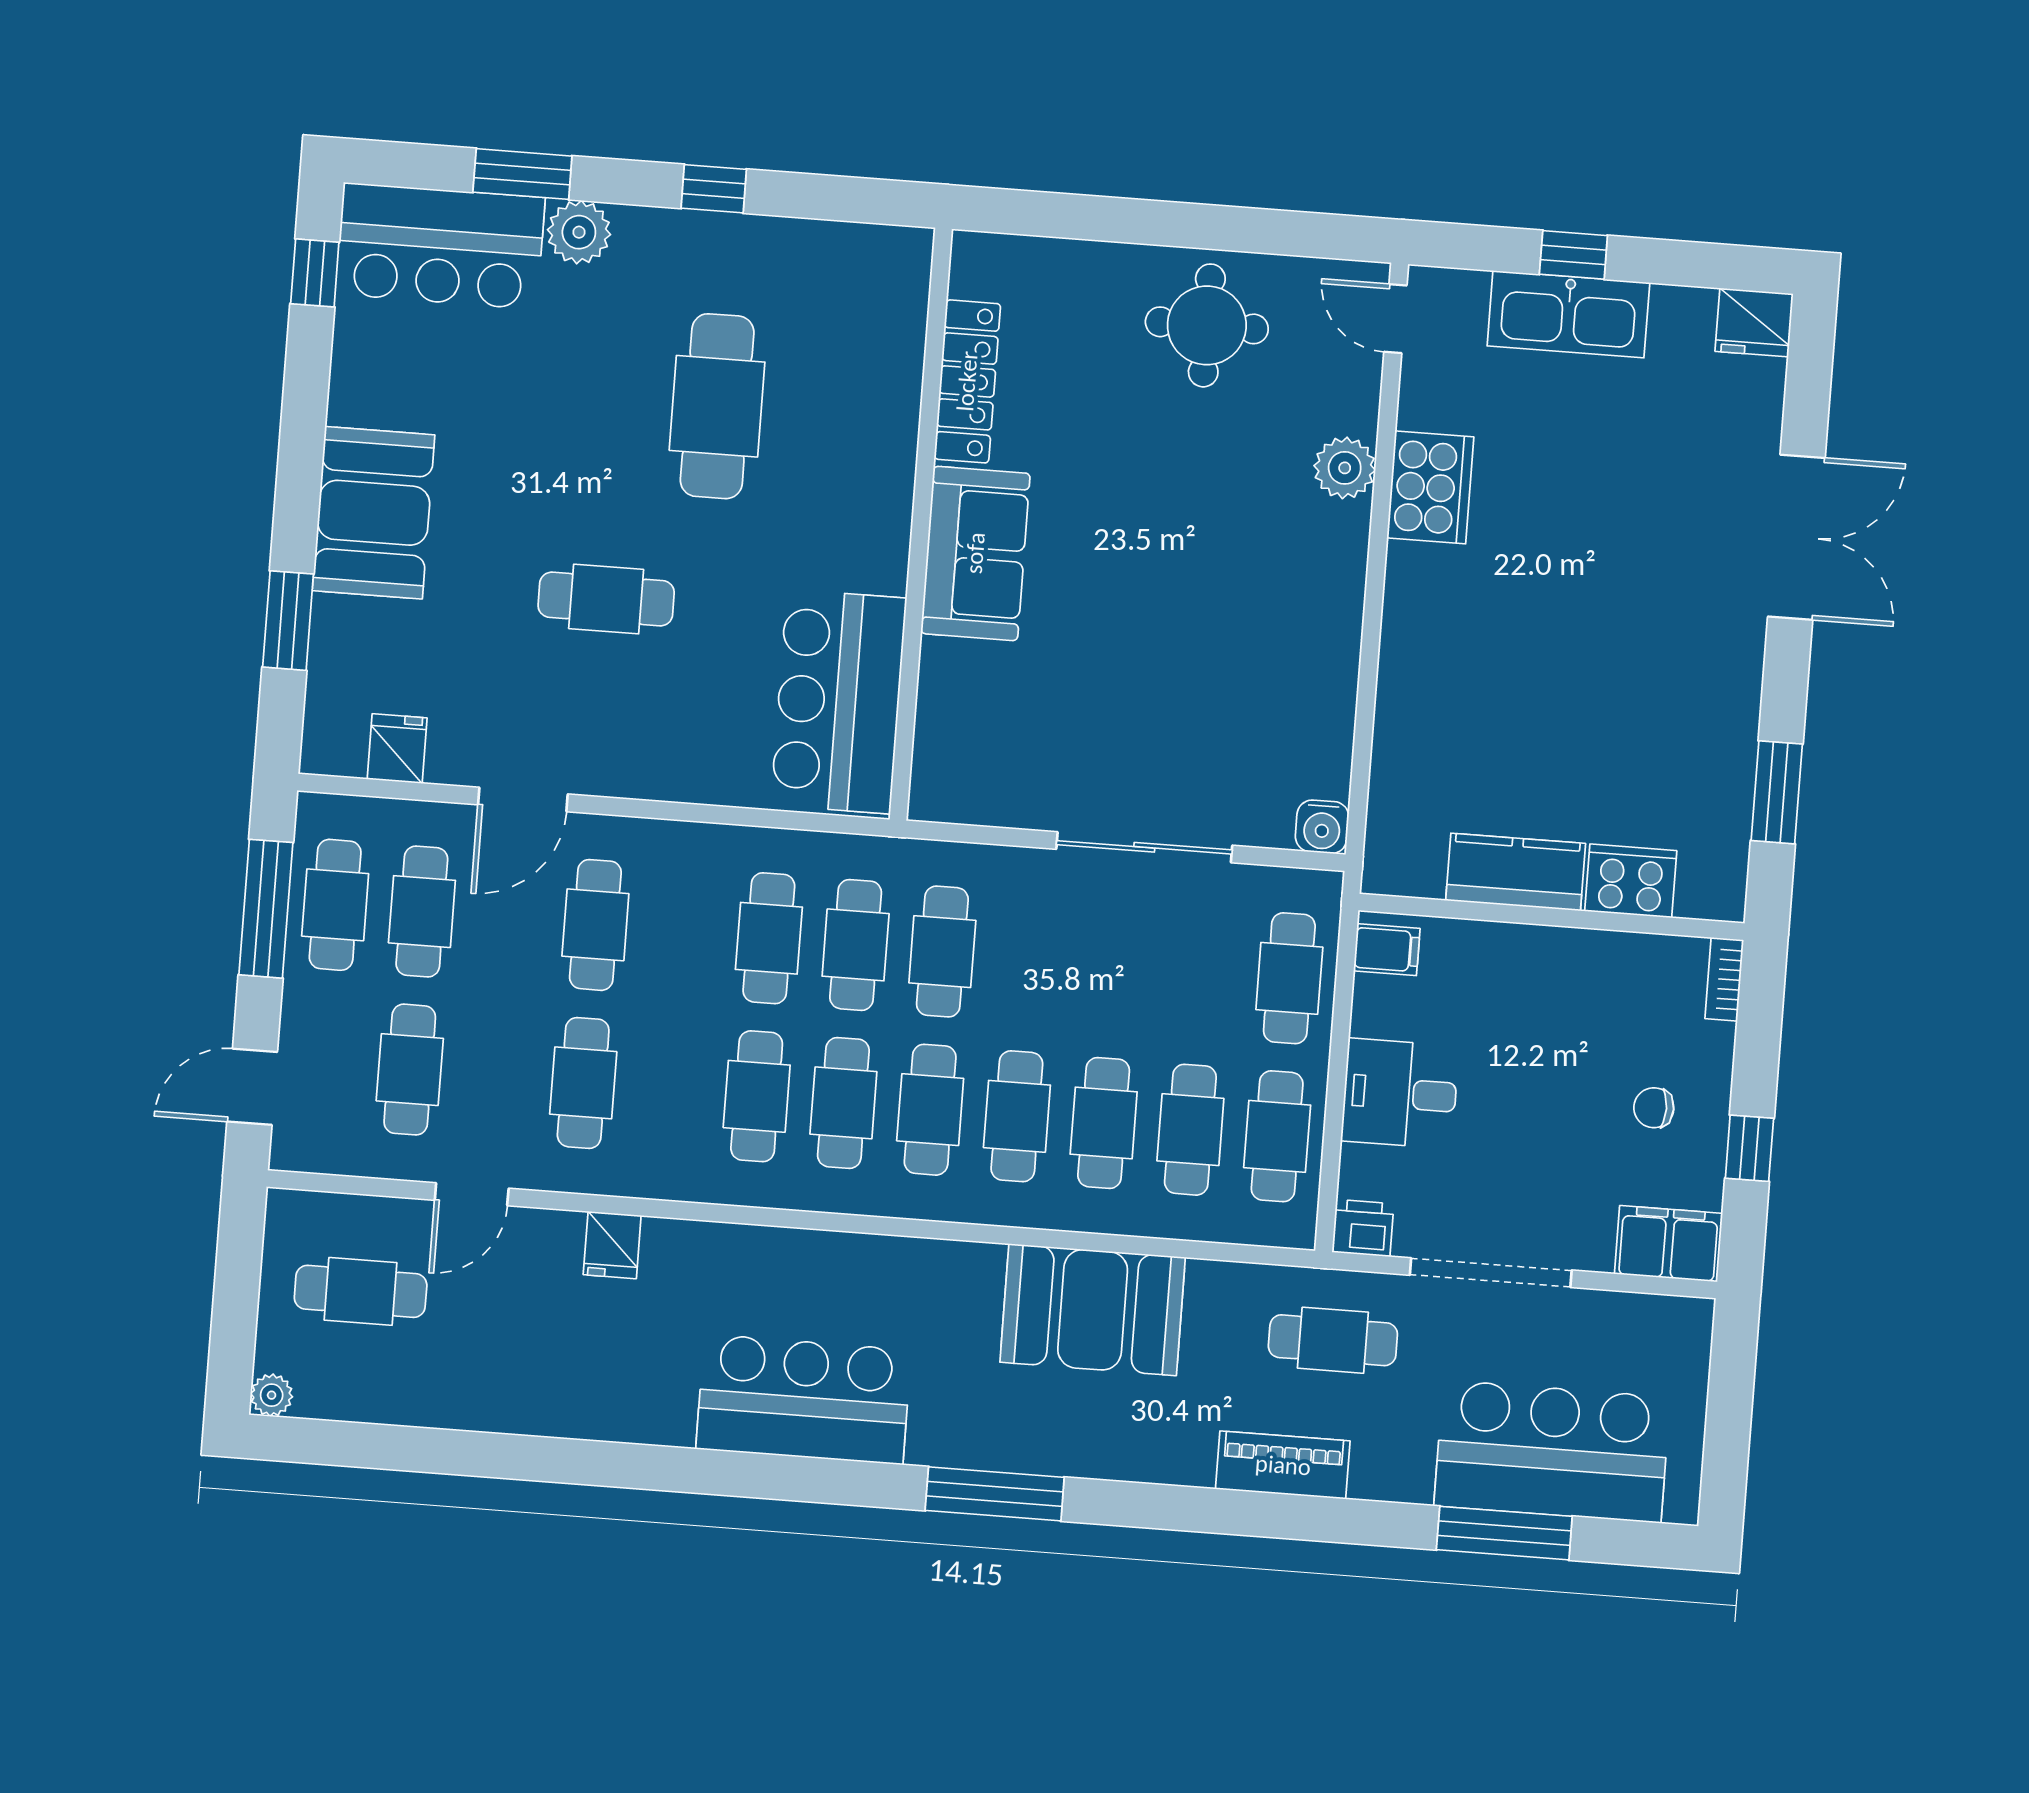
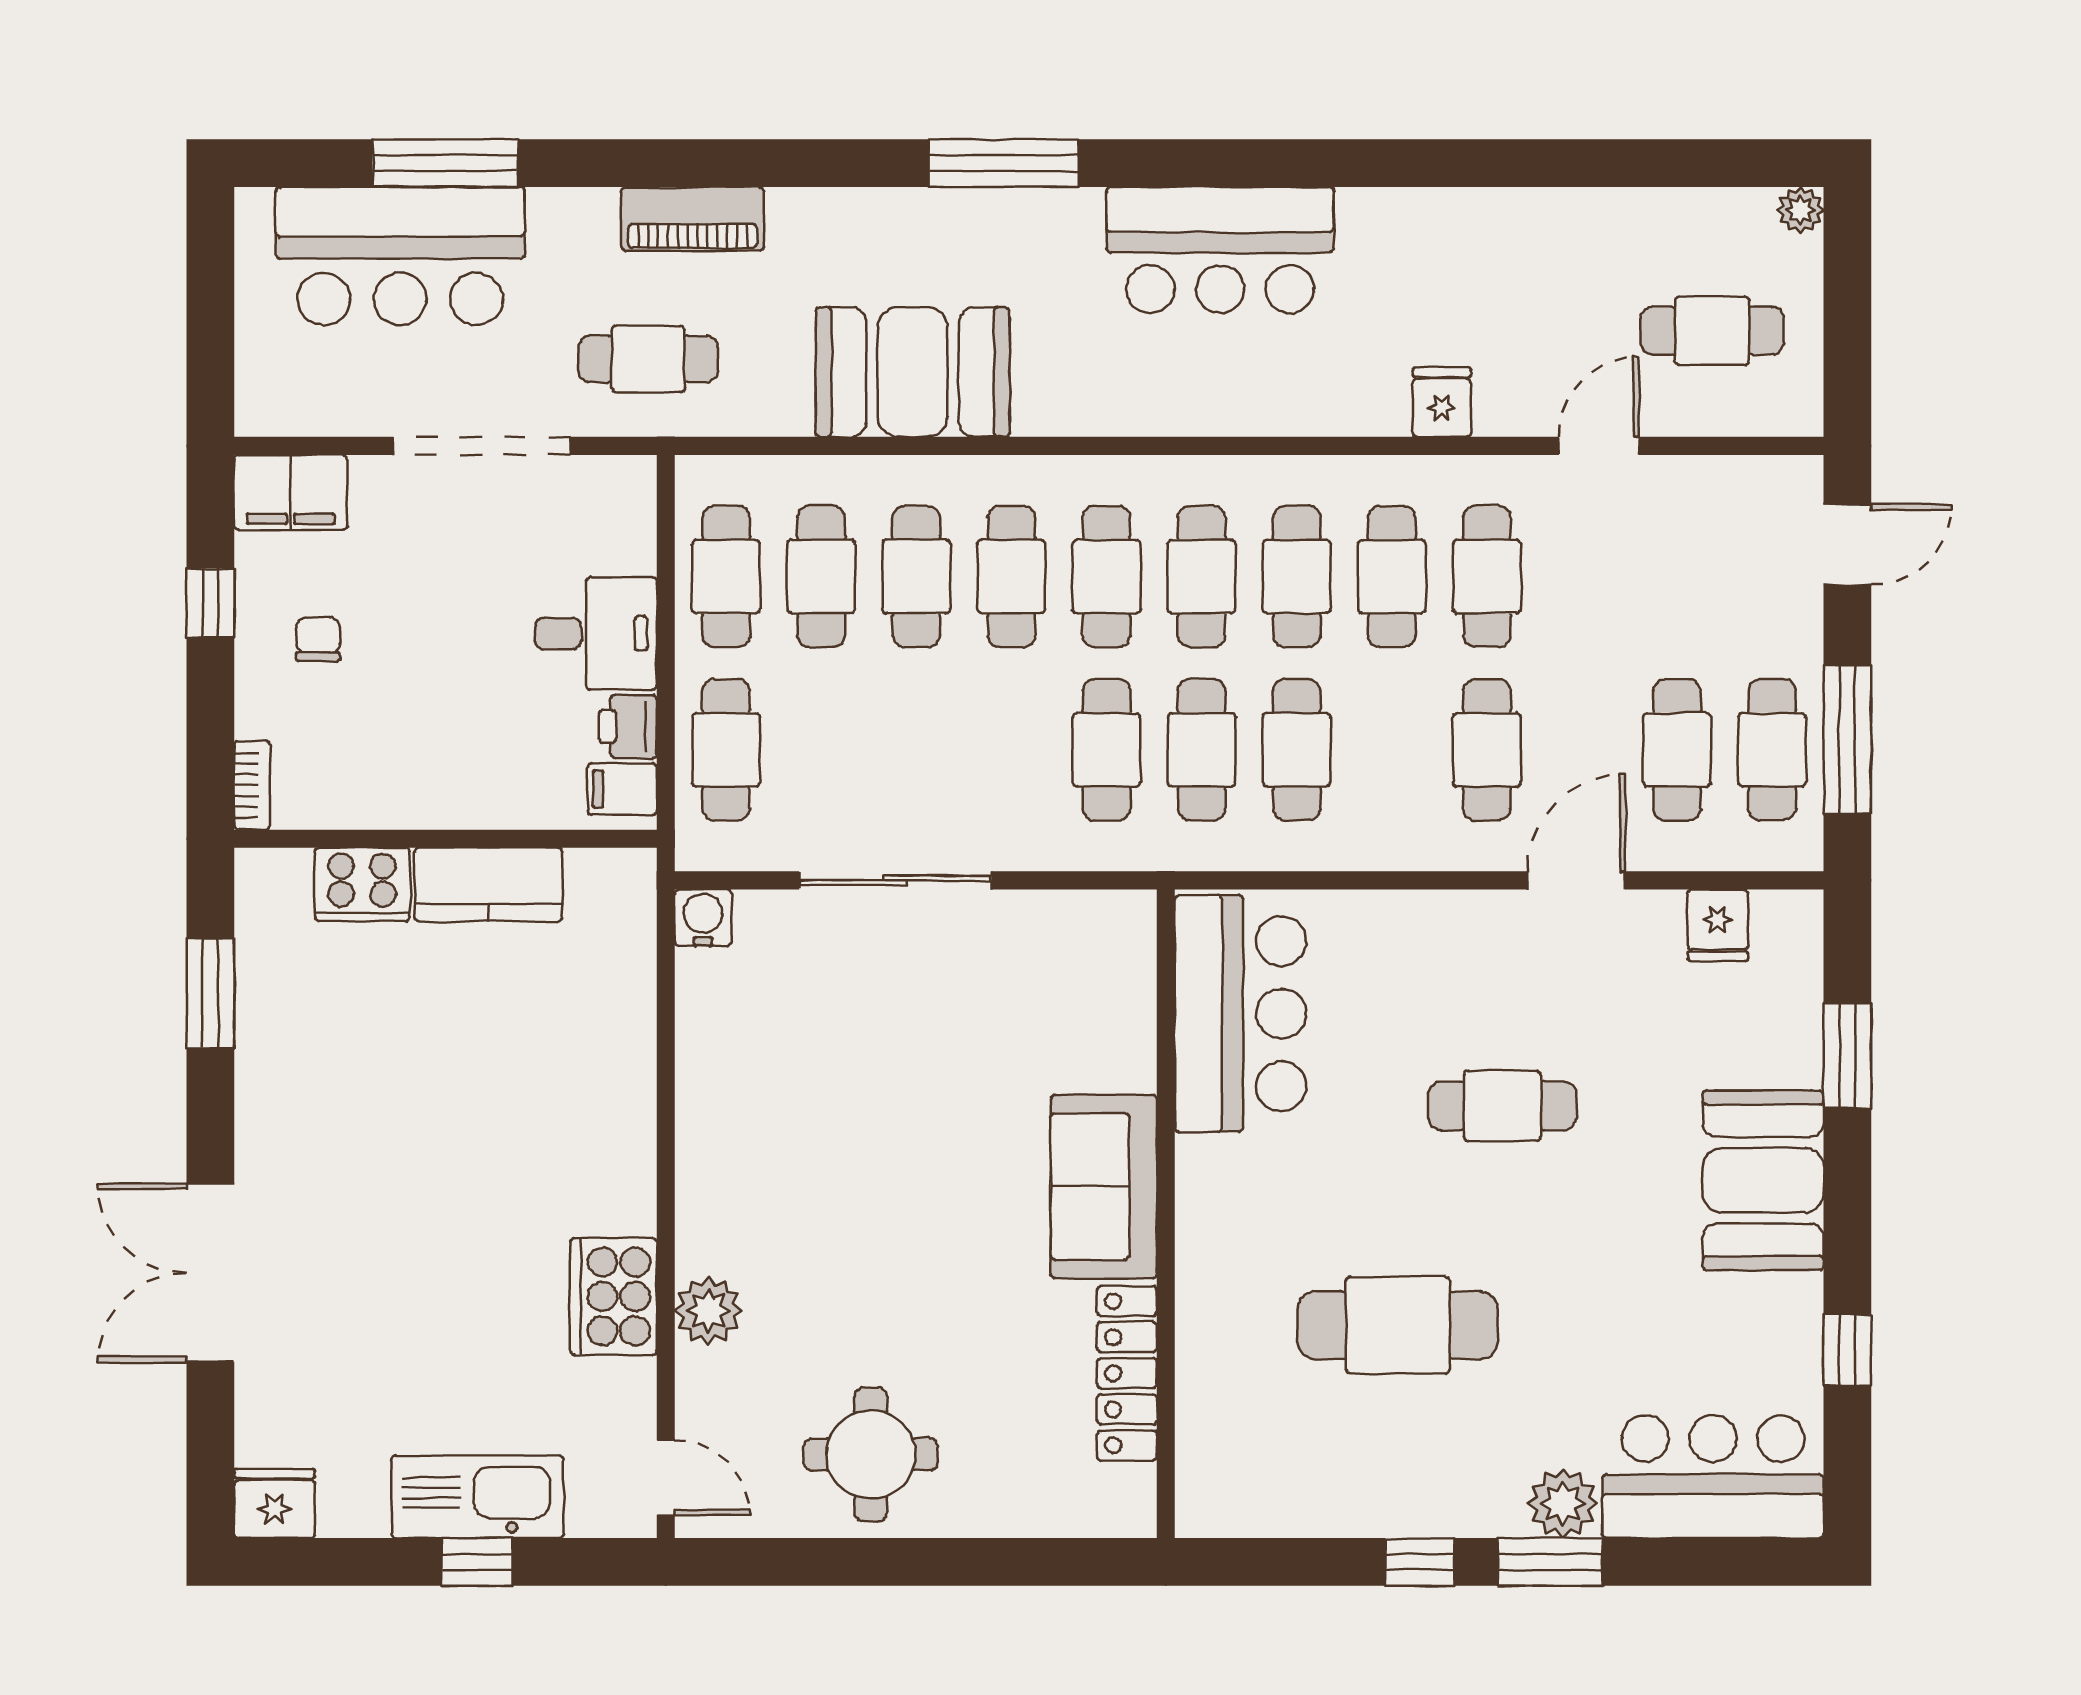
window: (522, 174) -> (1550, 1562), moved
window: (315, 273) -> (1847, 1350), moved
cafe table: (717, 406) -> (1398, 1325), turned 90
cafe table: (410, 1070) -> (1392, 576), moved
chair: (1654, 1108) -> (318, 639), turned -90
printer: (1363, 1228) -> (628, 727), moved, turned 90

